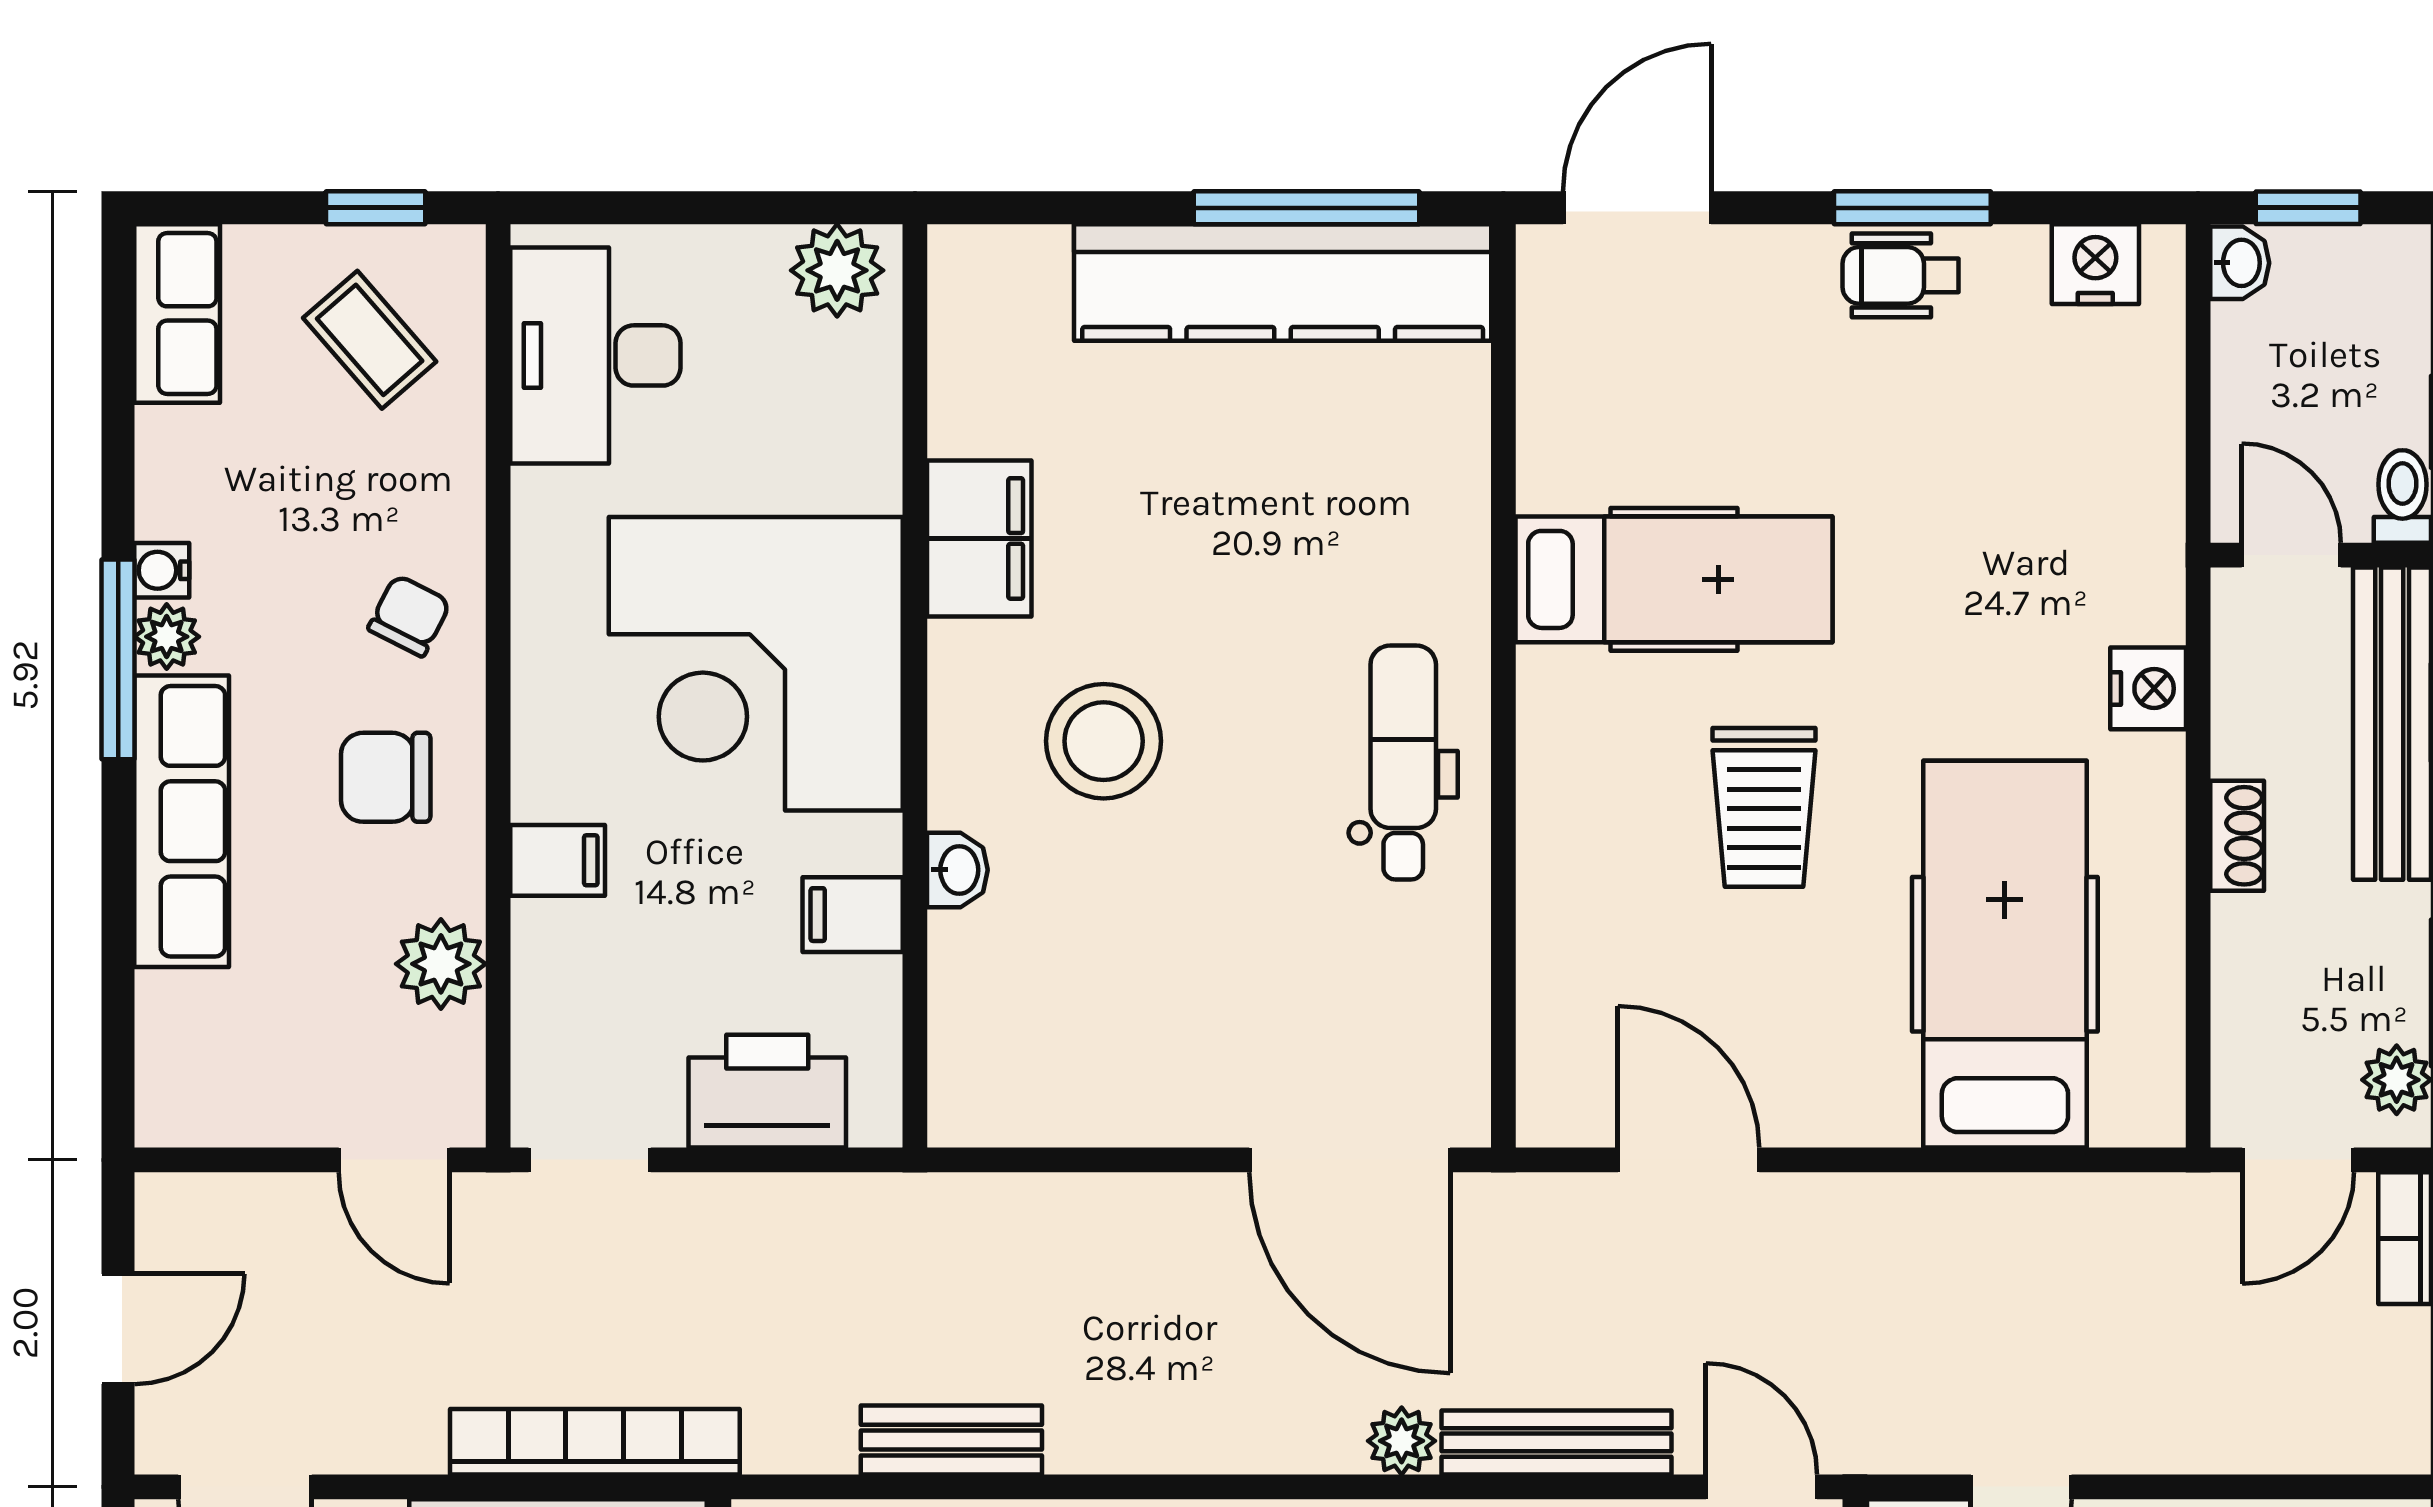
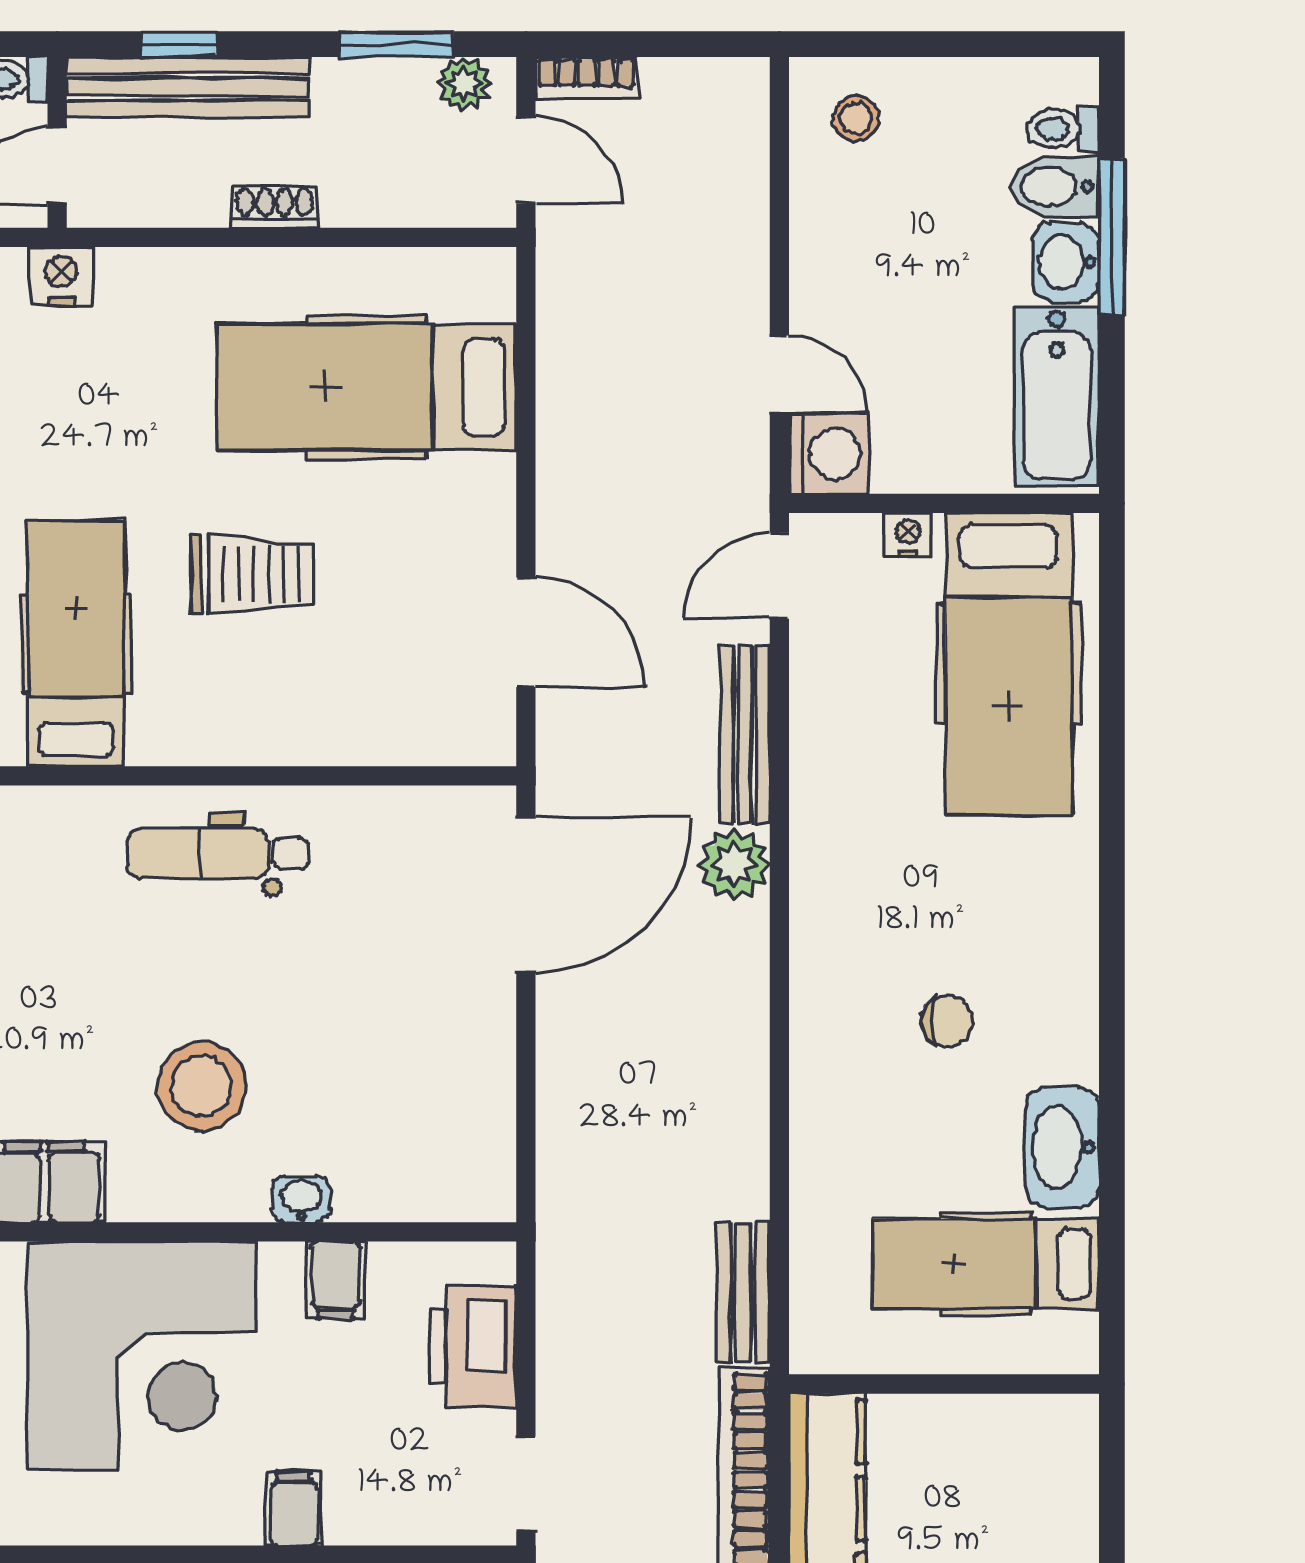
nightstand: (2148, 688) -> (61, 276), moved
door: (1689, 1160) -> (526, 632), swing flipped
bench: (951, 1440) -> (743, 1293), moved
plant: (1402, 1441) -> (734, 865), width x1.38, depth x1.38

